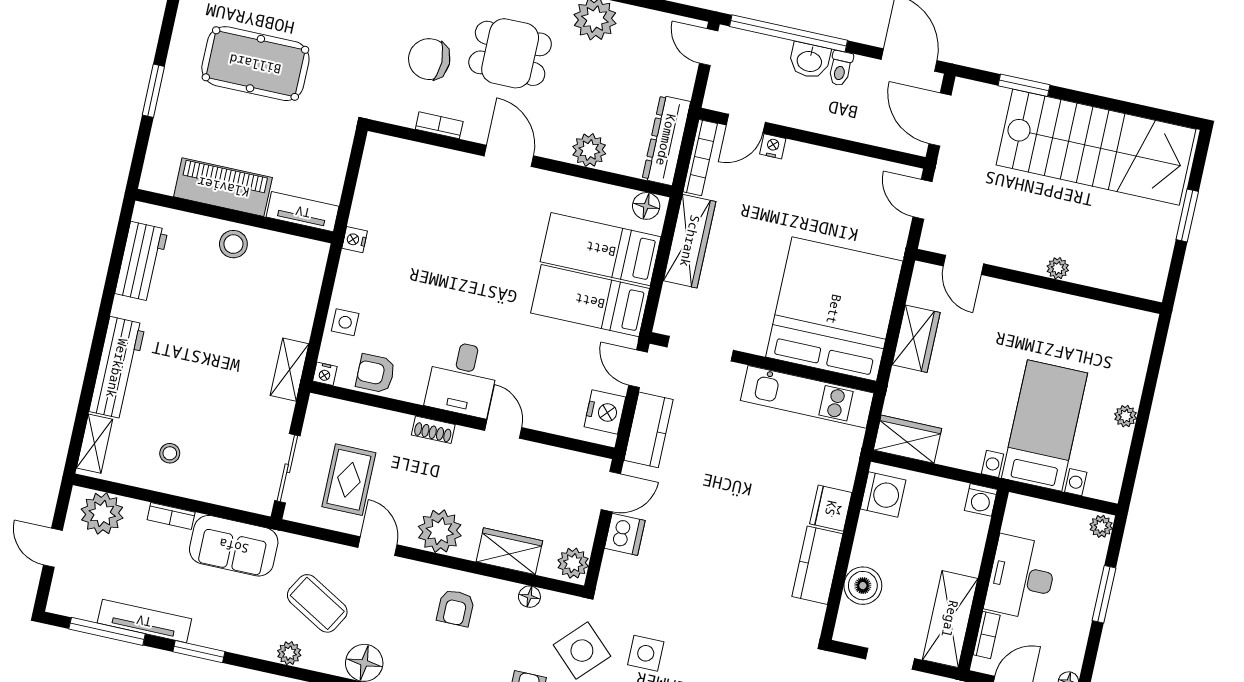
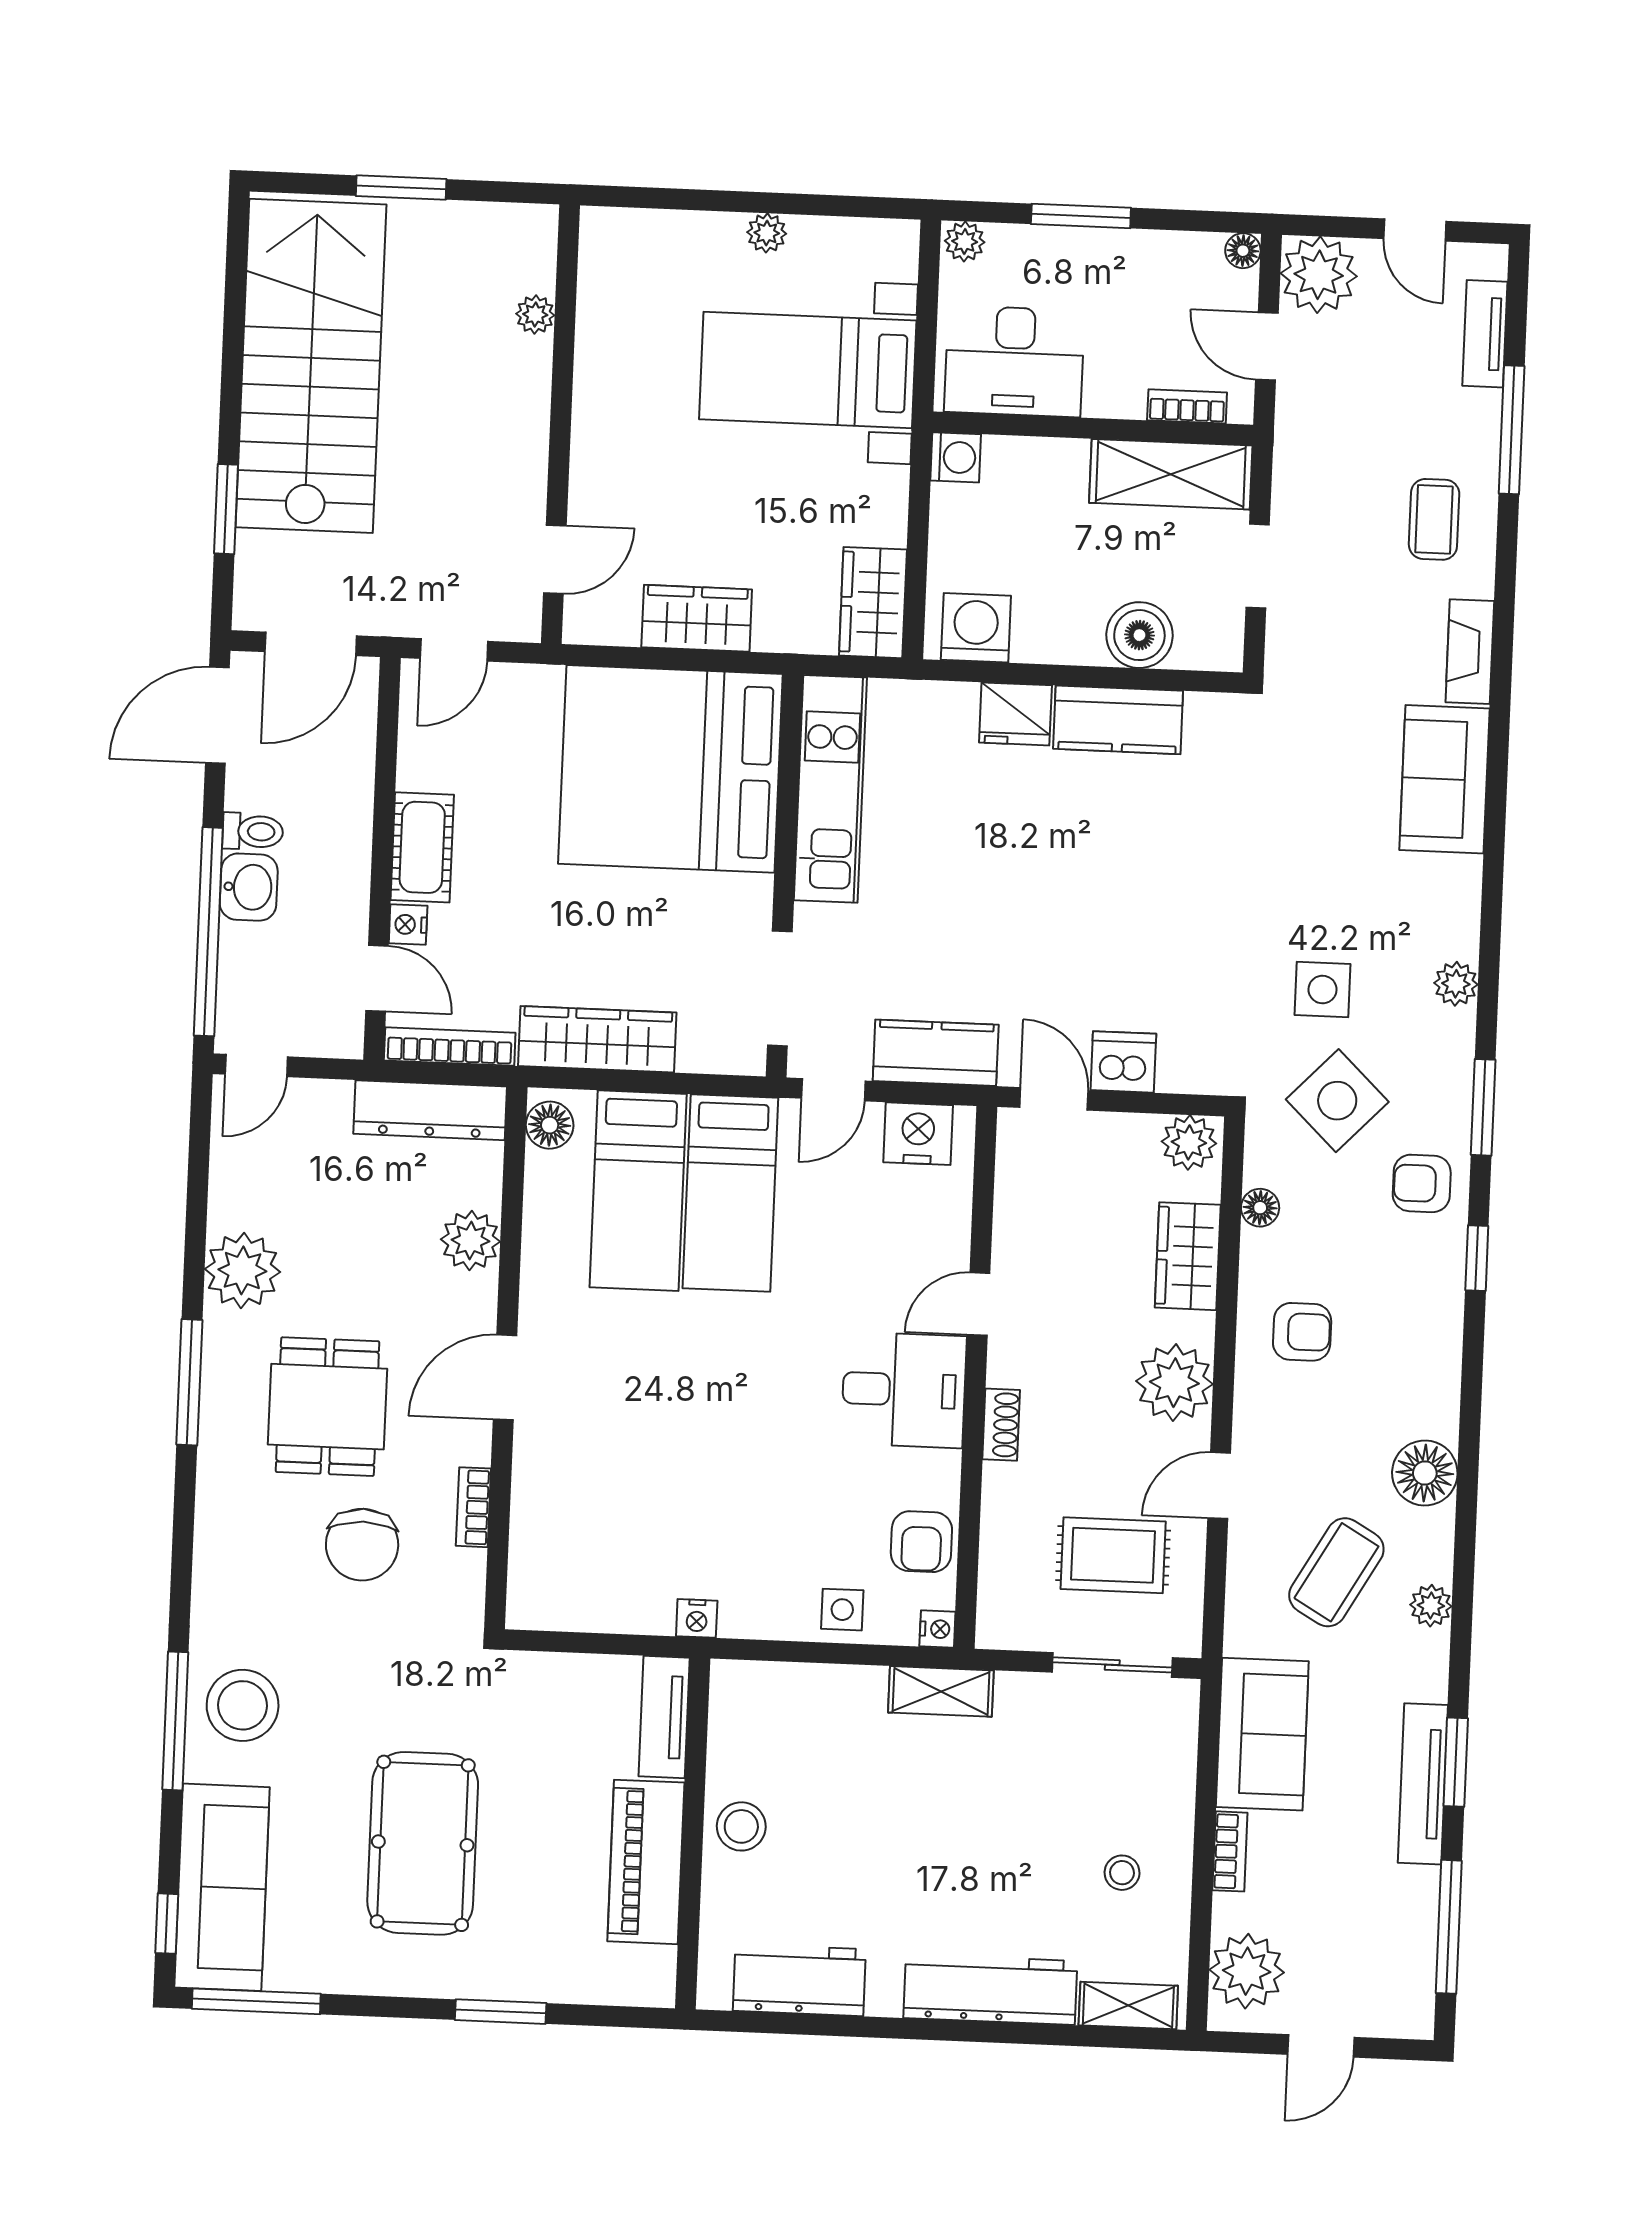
cot: (815, 162) -> (422, 847), added
plant: (1058, 268) -> (535, 314), moved
desk: (1021, 578) -> (1014, 361), moved
tv unit: (144, 621) -> (1423, 1784), moved

